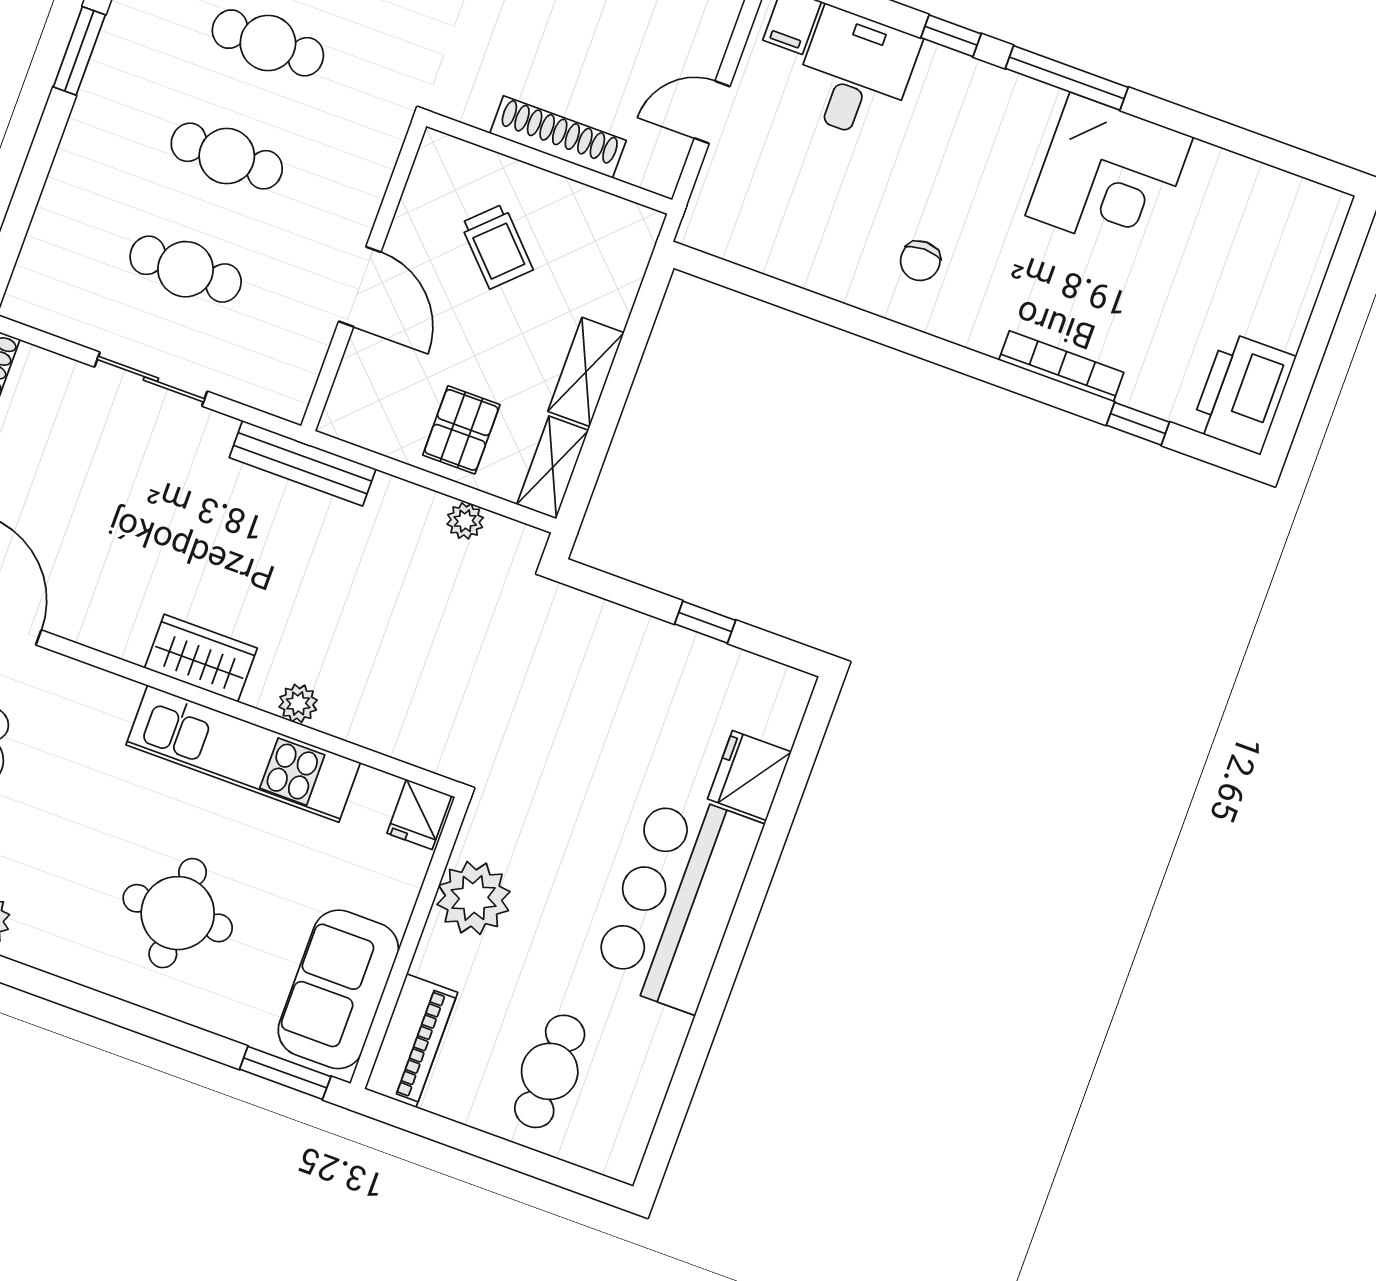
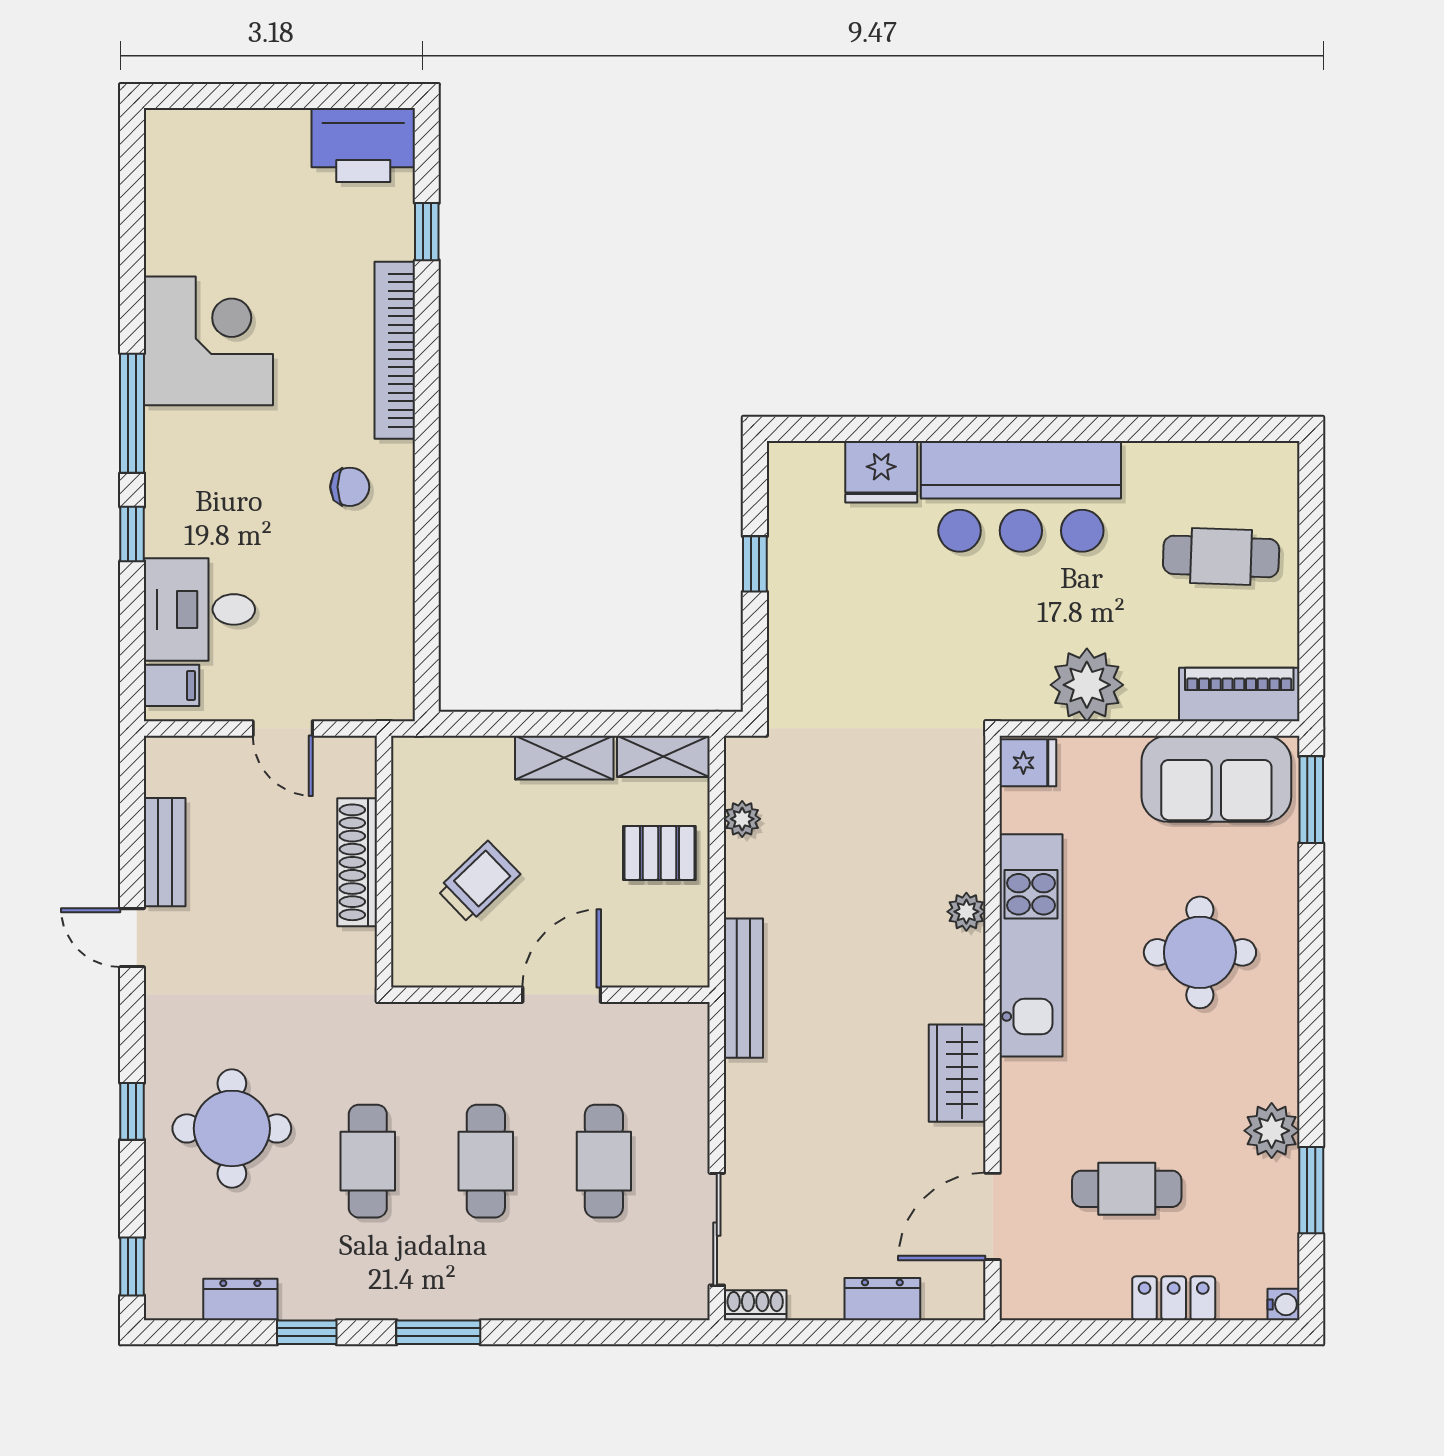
bookcase: (1061, 366) -> (395, 350), width x1.48, depth x1.31
sliding door: (151, 379) -> (717, 1229), moved
wardrobe: (201, 658) -> (957, 1073), moved

